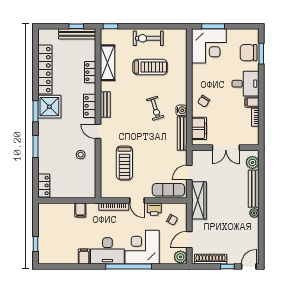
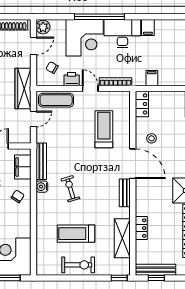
locker: (90, 106) -> (142, 104), moved
door: (98, 131) -> (133, 164), width x1.88

